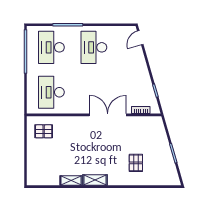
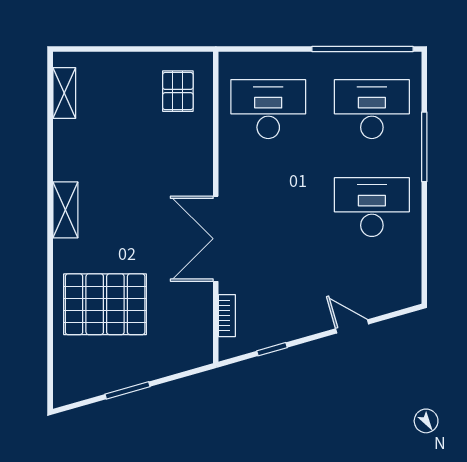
door: (140, 38) -> (352, 326), moved
double door: (108, 115) -> (216, 239), swing flipped
pallet: (136, 163) -> (105, 304), width x2.05, depth x2.00
shelving: (71, 181) -> (64, 93), moved

